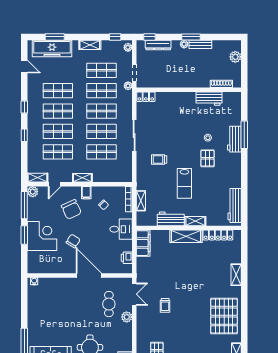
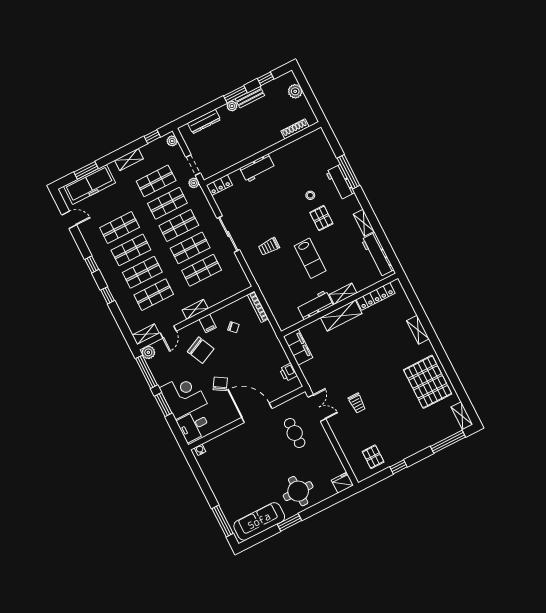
window: (150, 37) -> (266, 79), moved
workbench: (209, 99) -> (257, 168), moved
shelving: (141, 201) -> (364, 223), moved
desk: (121, 229) -> (194, 426), moved, turned 180
plant: (127, 317) -> (321, 437), removed

